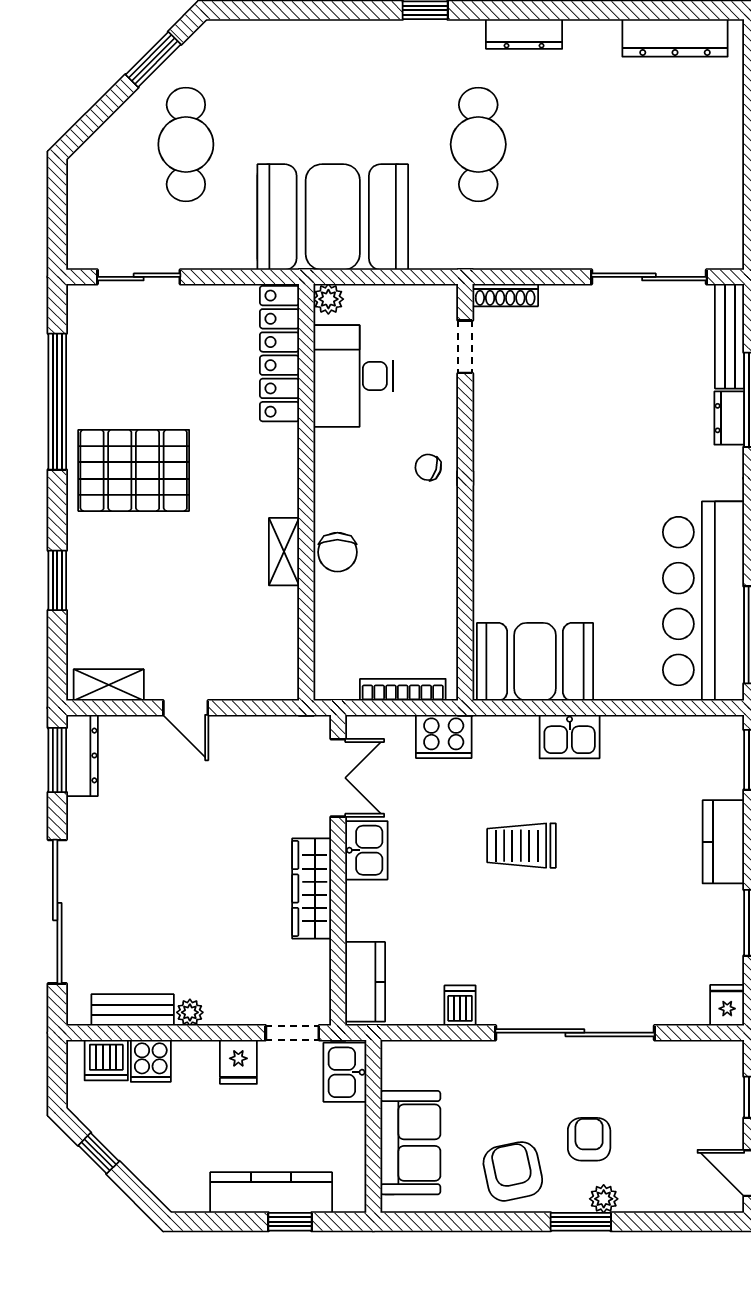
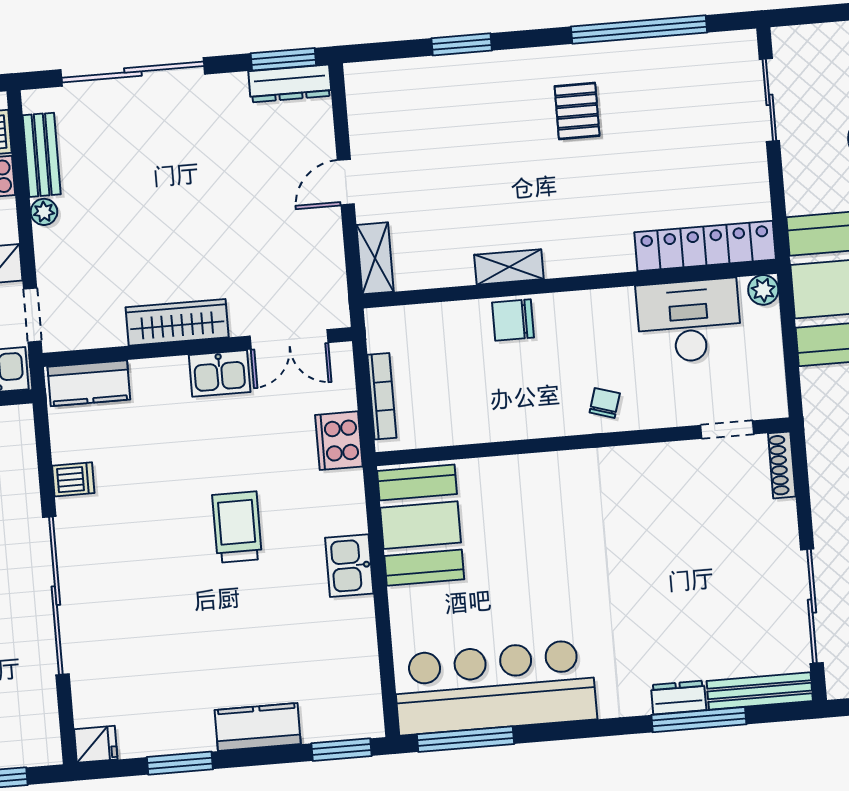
pallet: (134, 470) -> (577, 111), width x0.49, depth x0.50
shelving: (109, 685) -> (375, 258), moved

